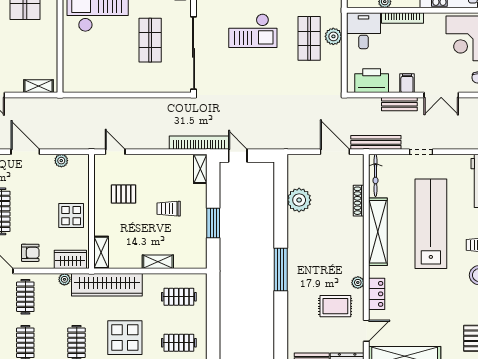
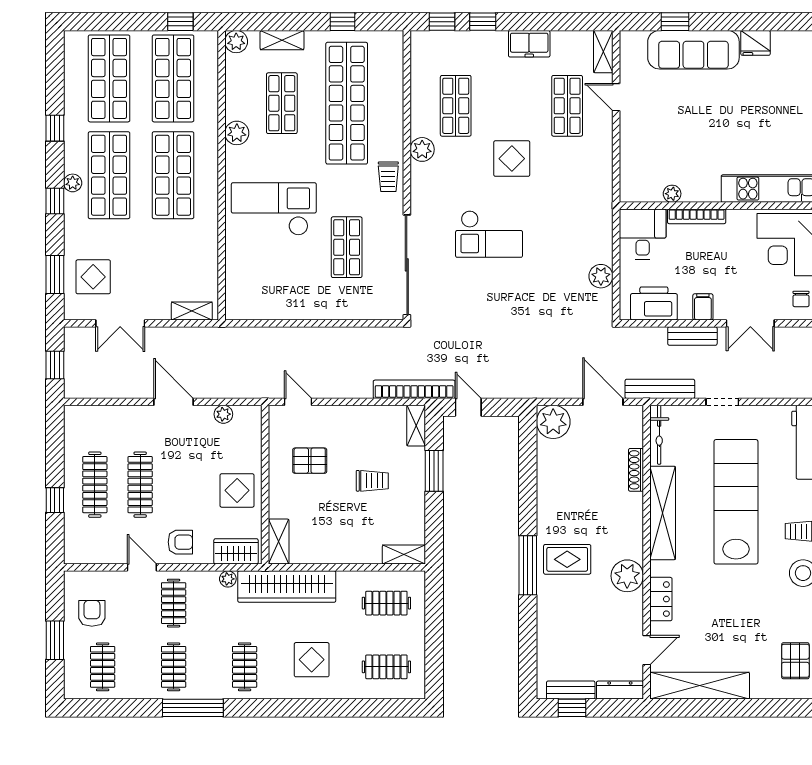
plant: (333, 36) -> (601, 276), moved
shop shelf: (309, 38) -> (567, 245), removed
plant: (299, 200) -> (553, 422), moved
trolley: (169, 209) -> (372, 481), turned 180
window: (213, 223) -> (434, 471), moved
shelving: (158, 262) -> (404, 554), moved
plant: (358, 282) -> (627, 576), width x1.88, depth x1.88
rug: (335, 306) -> (567, 559), moved
display table: (125, 338) -> (312, 660), width x0.73, depth x0.73

